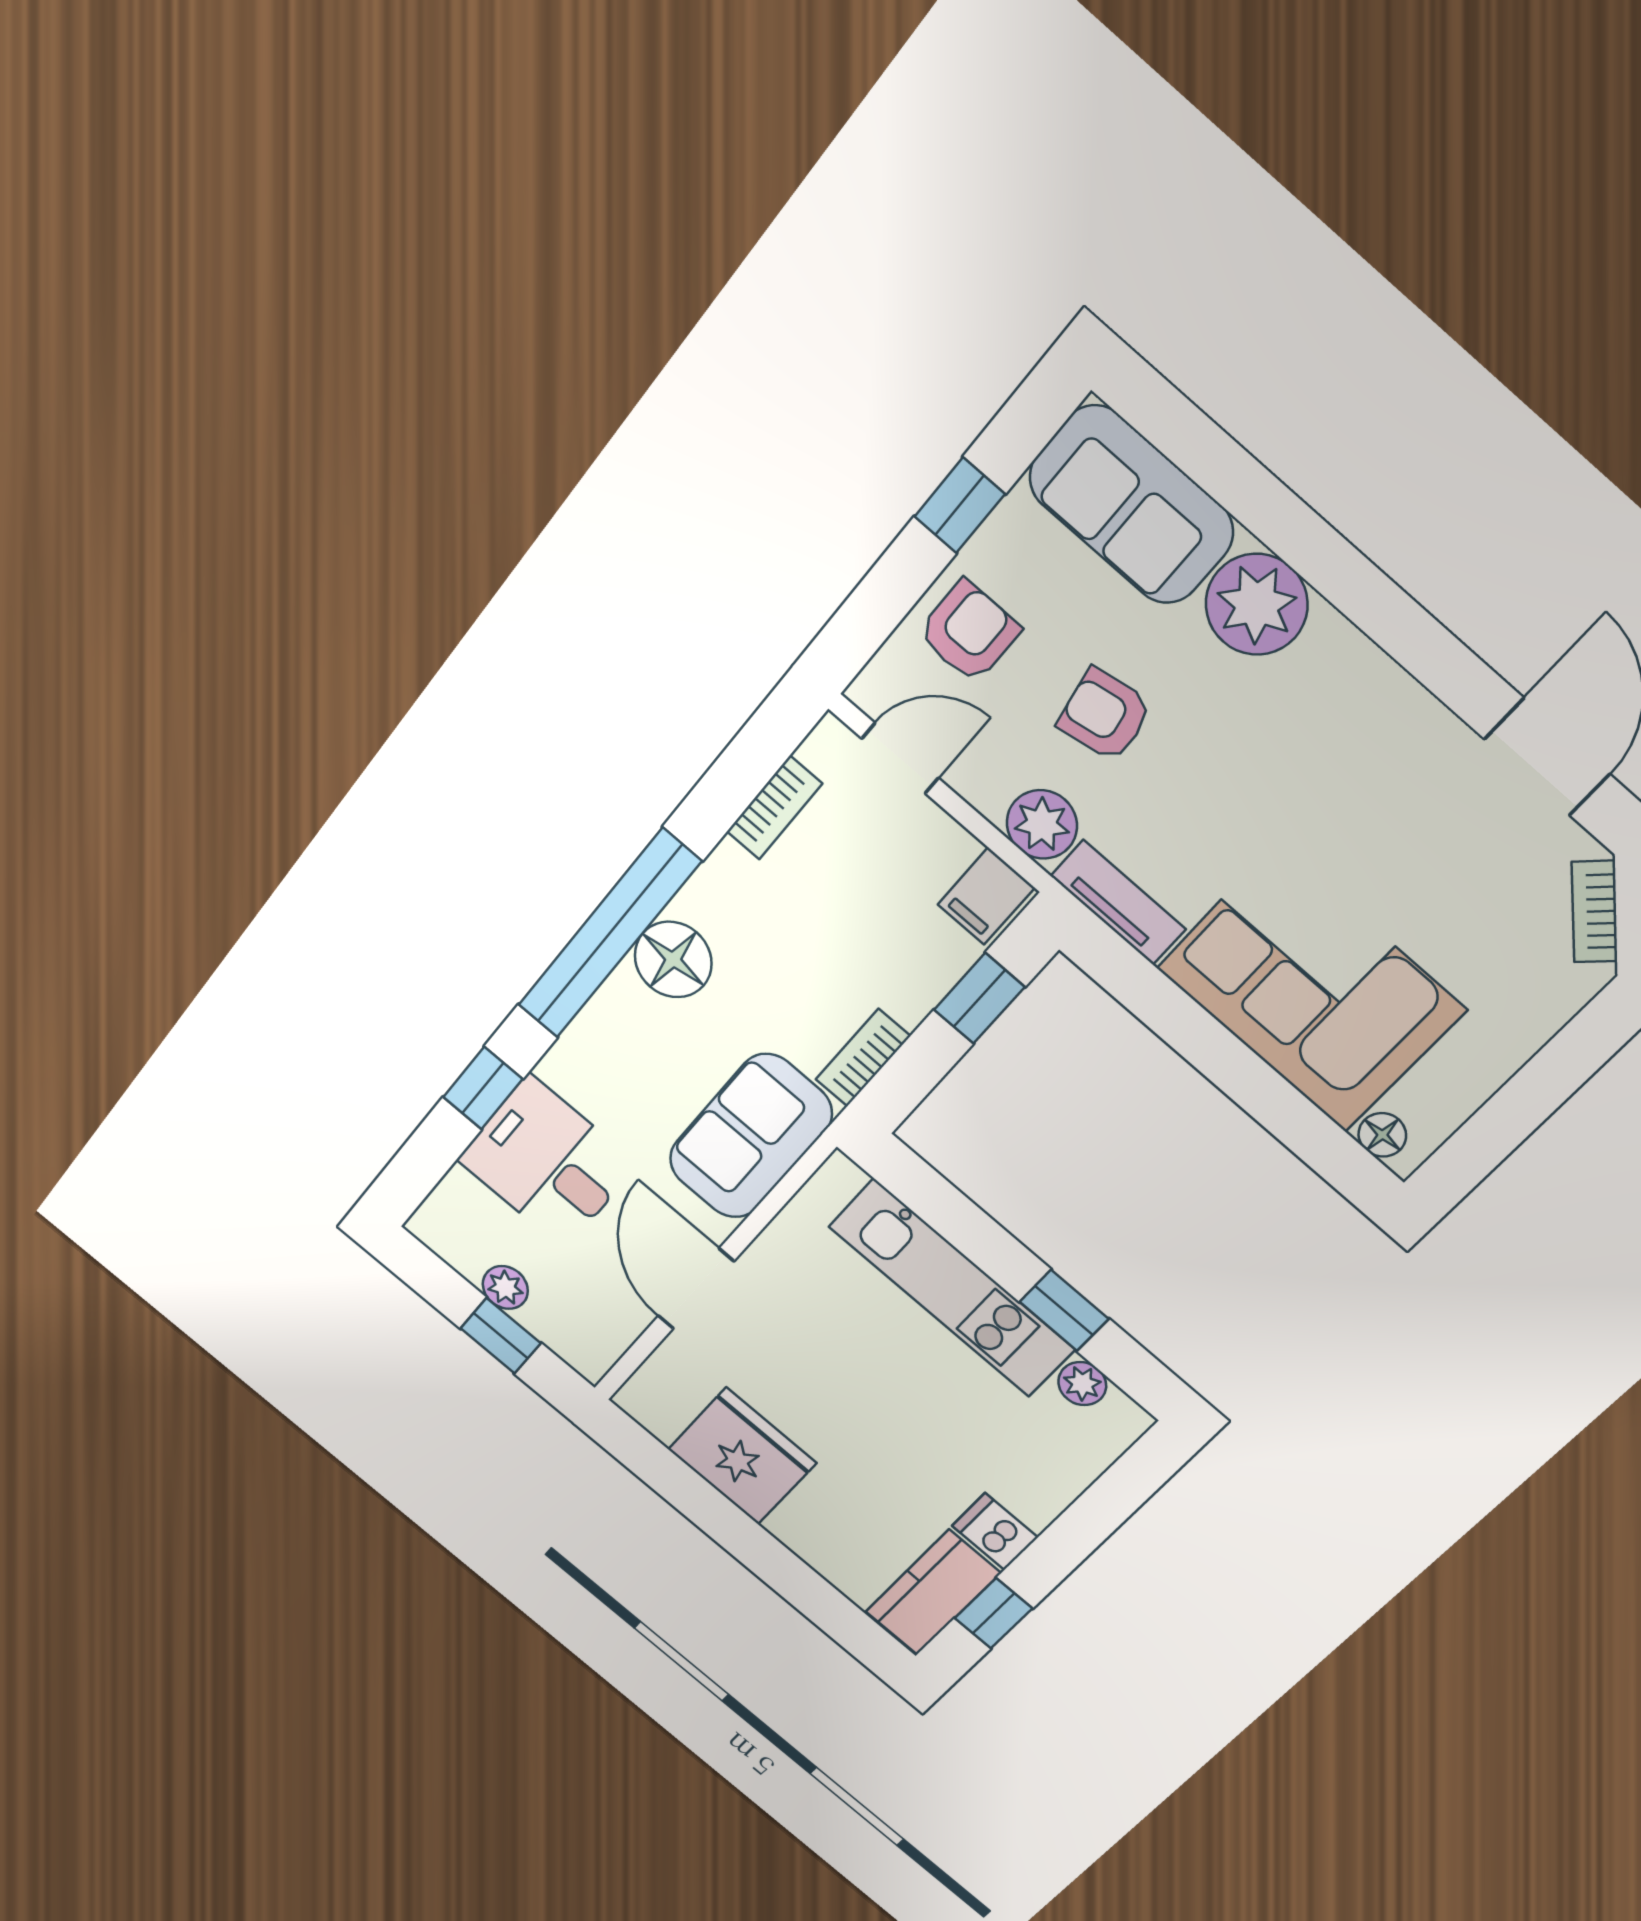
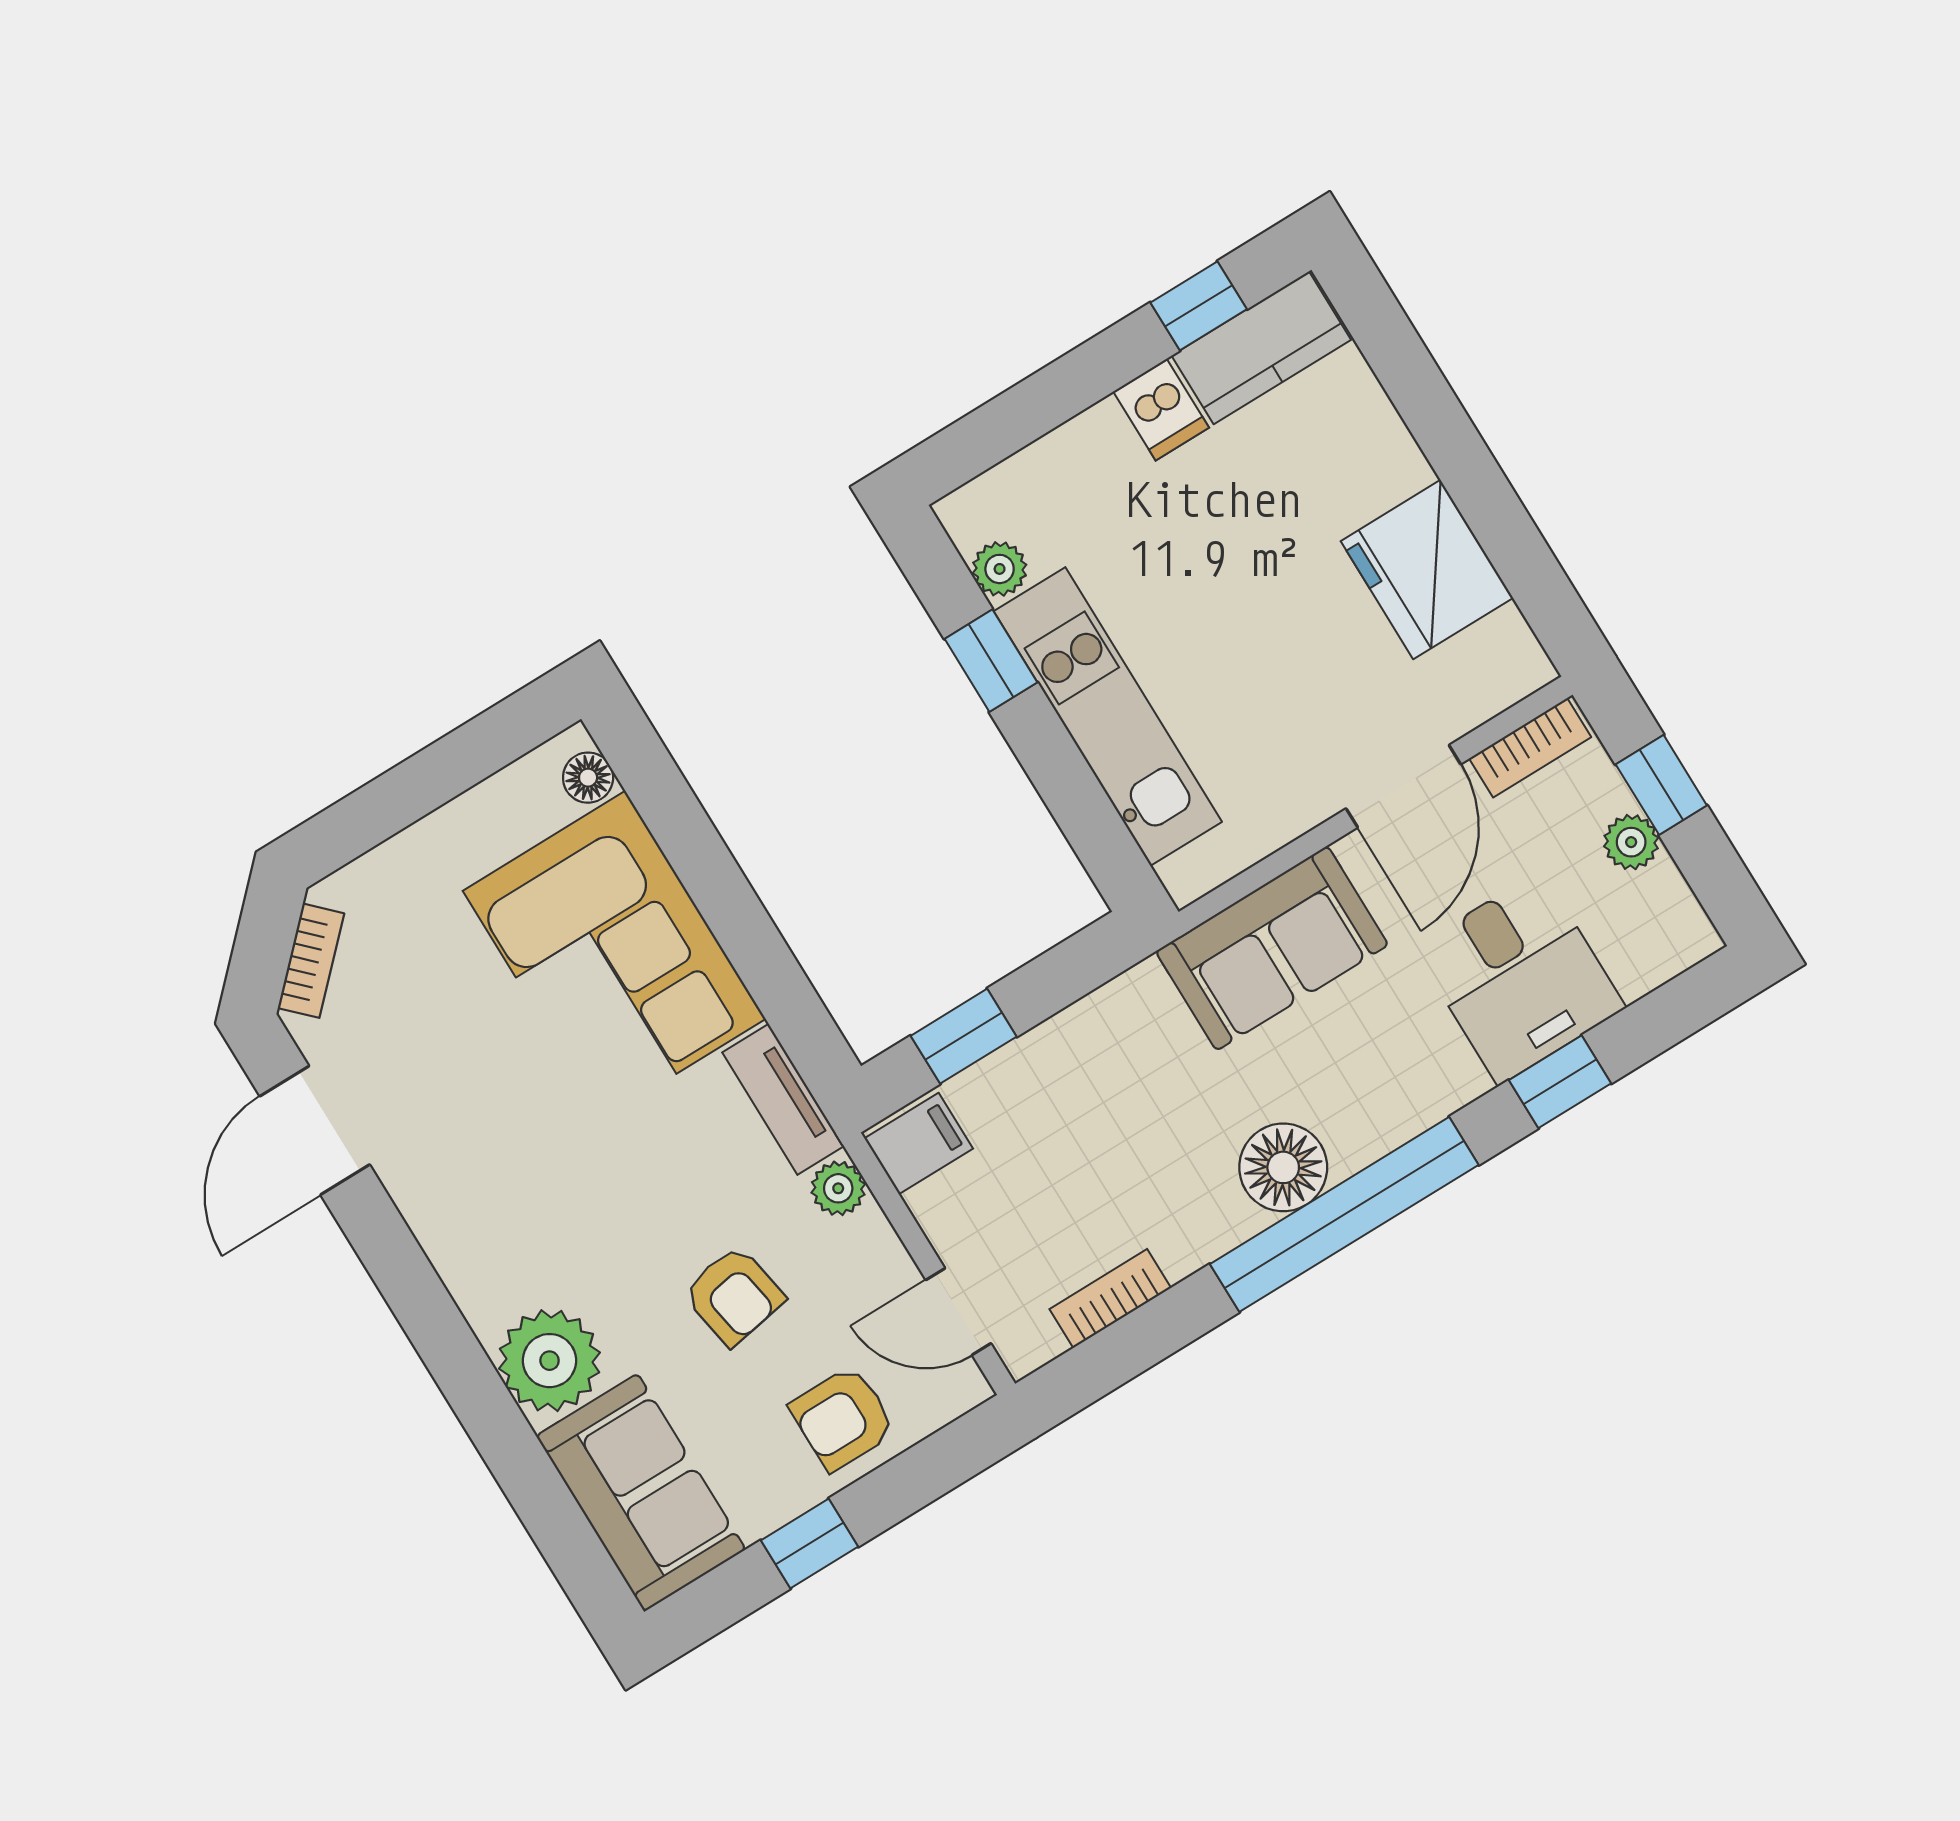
plant: (1042, 824) -> (838, 1188), width x0.73, depth x0.73
bookcase: (863, 1058) -> (1530, 748), moved

